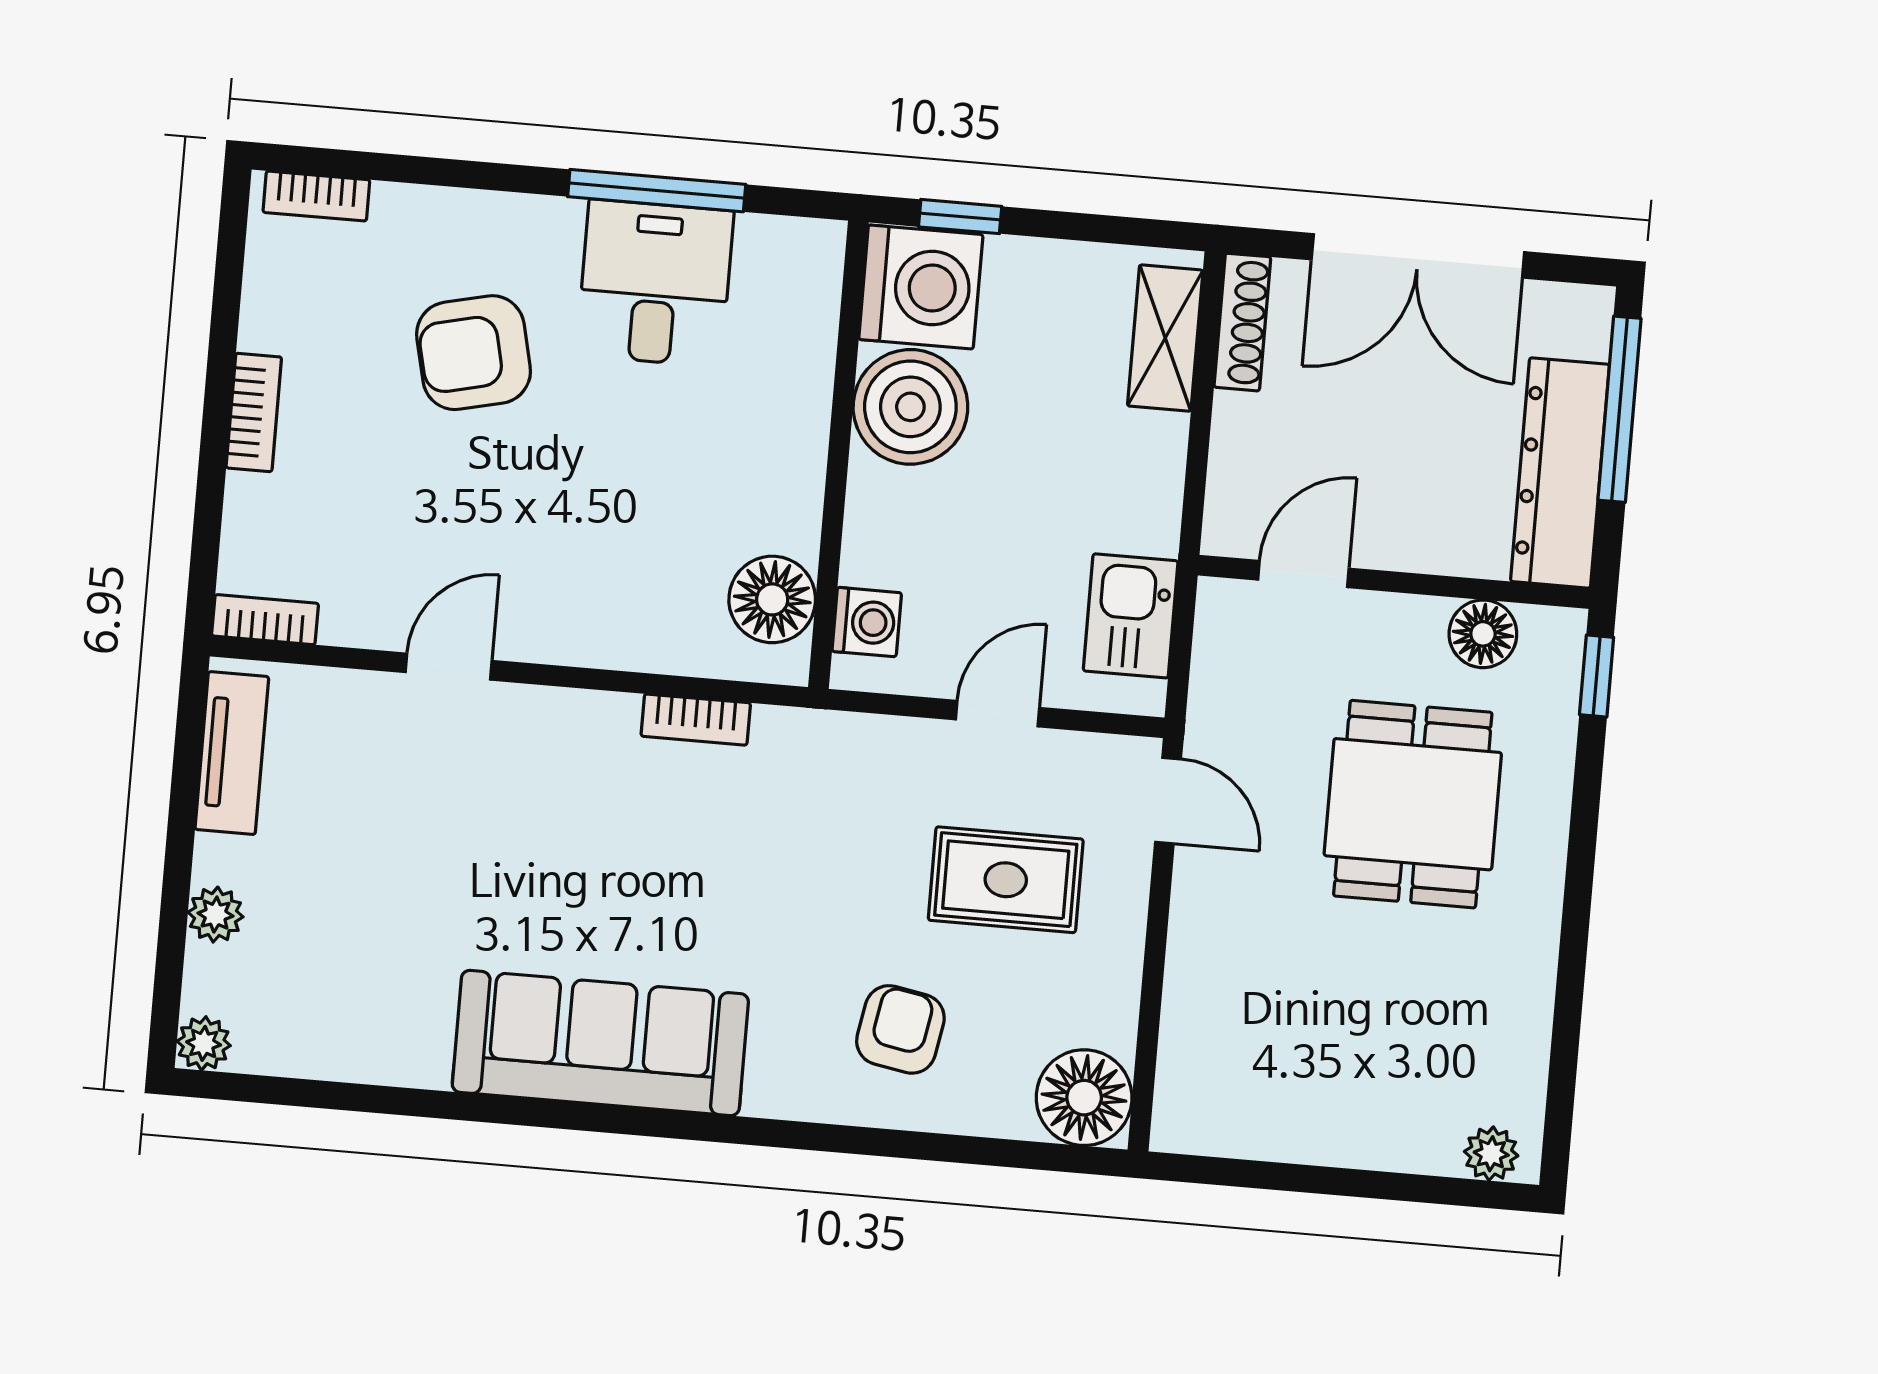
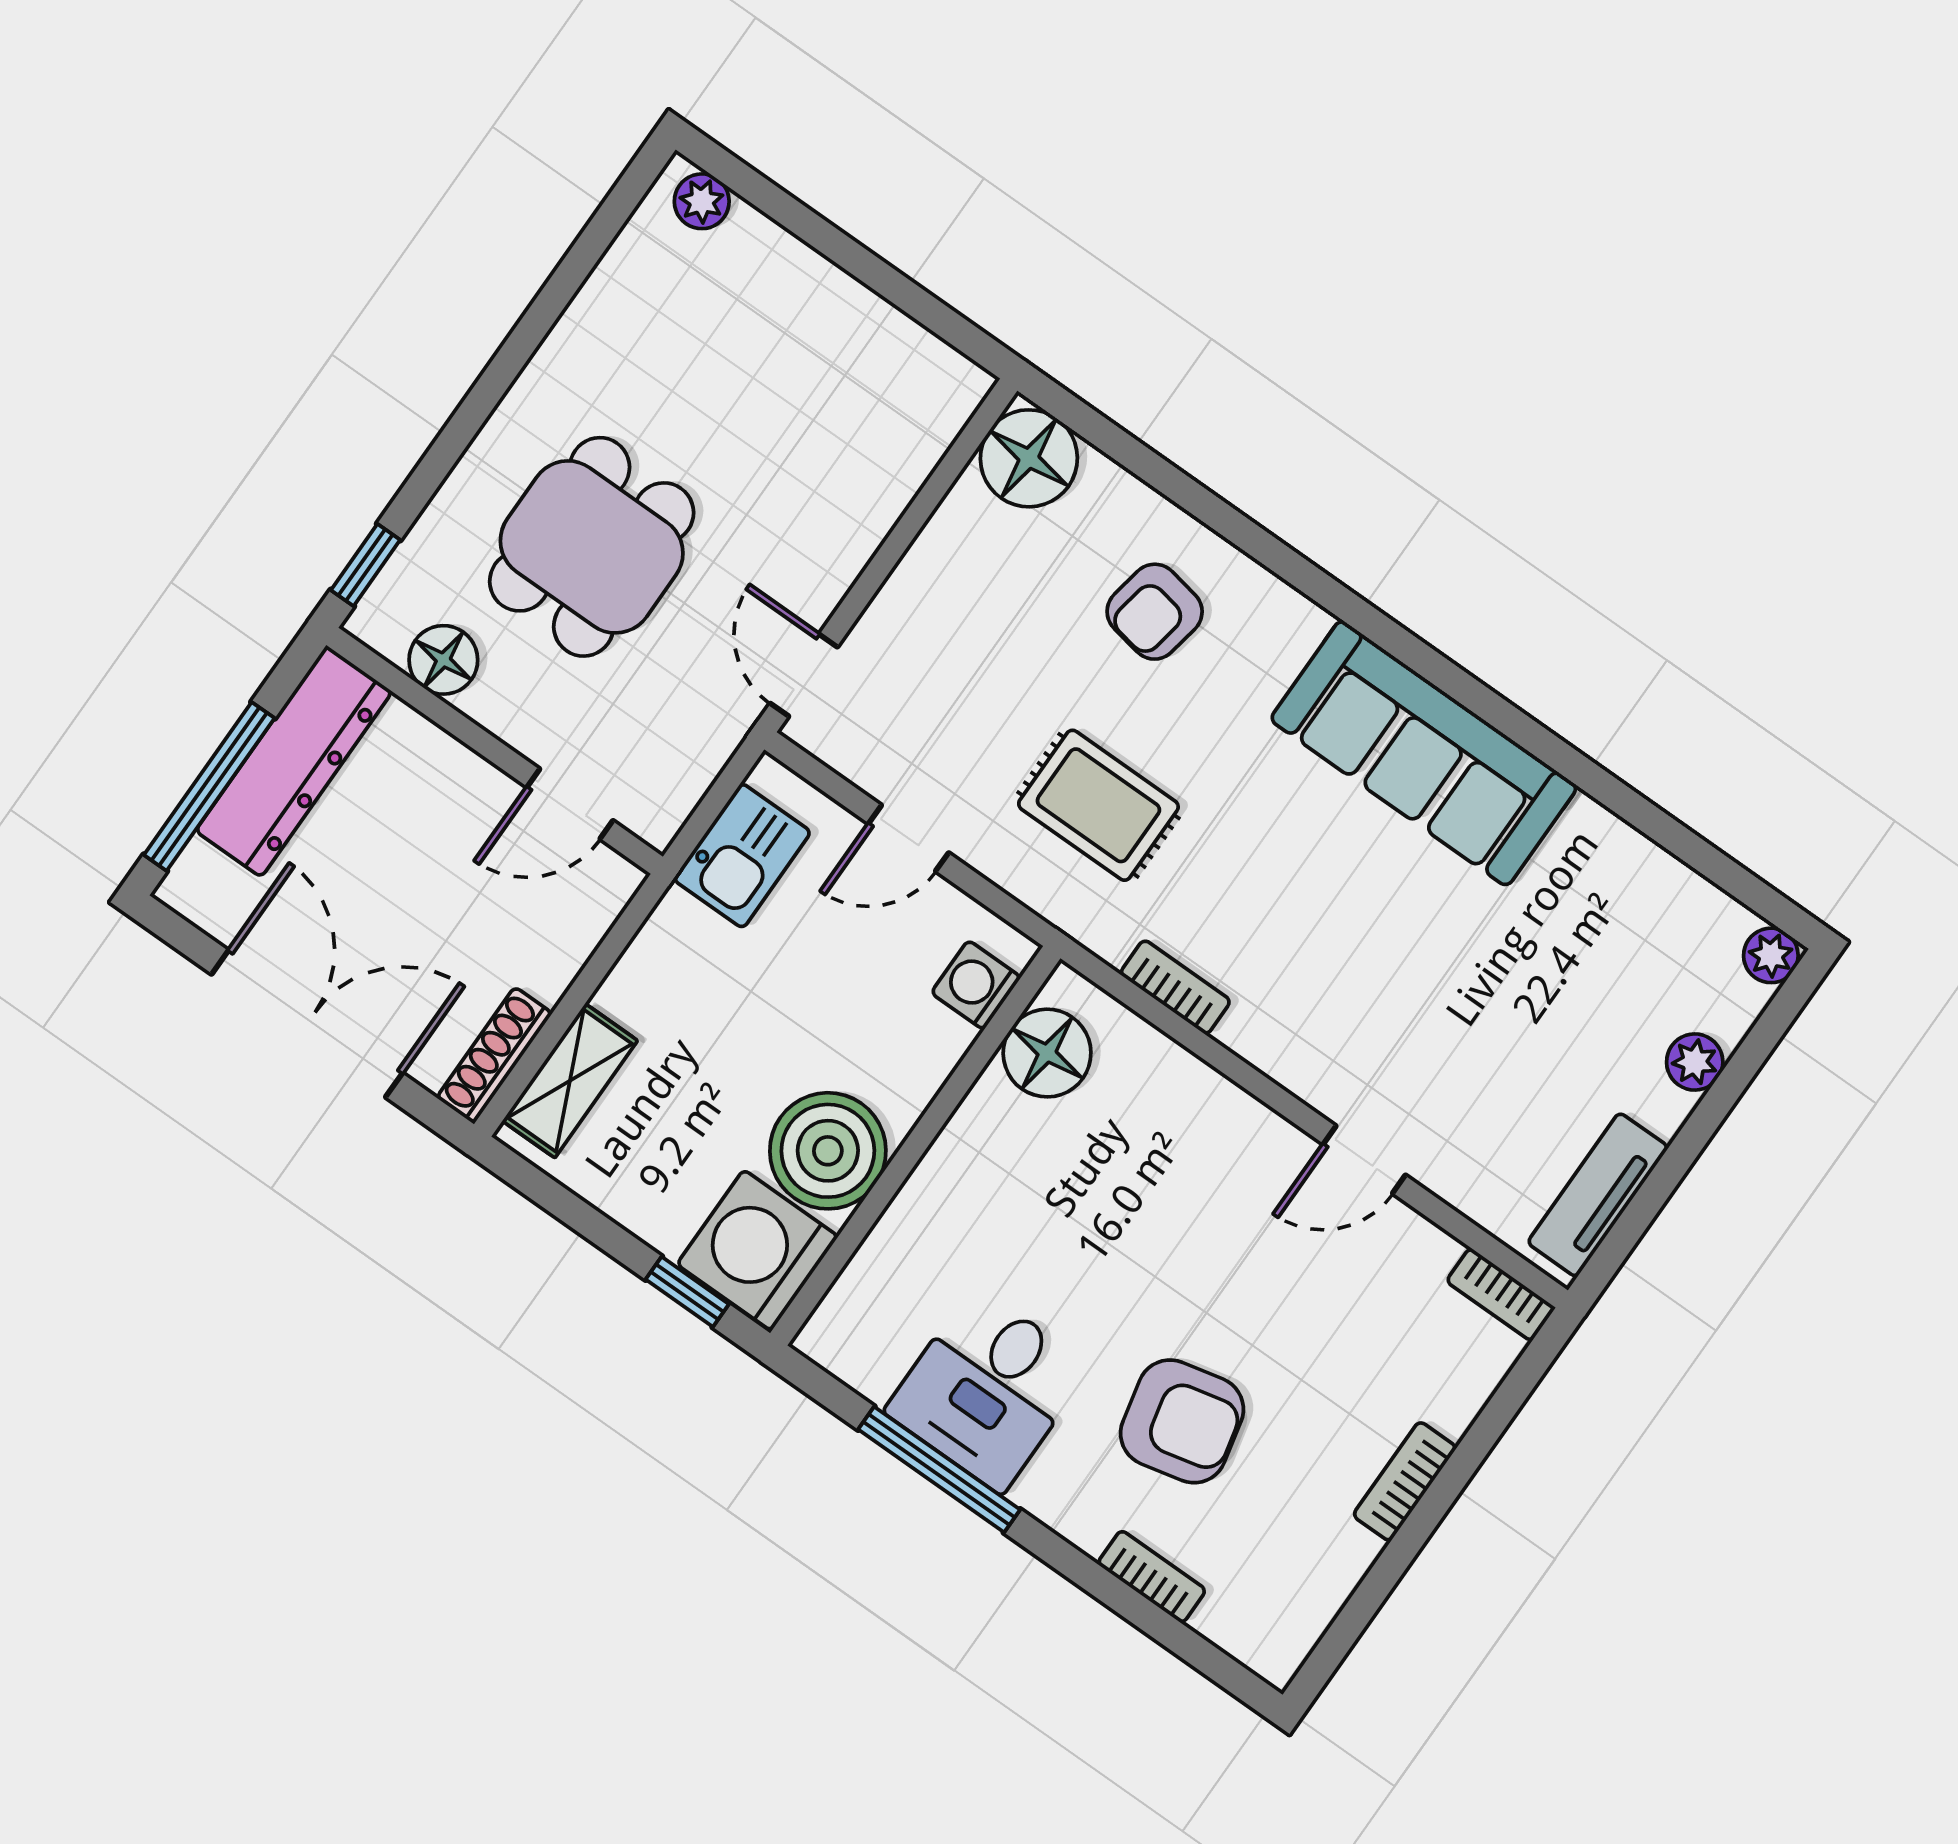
bookcase: (316, 196) -> (1152, 1577), moved
rug: (1006, 880) -> (1098, 805), moved

